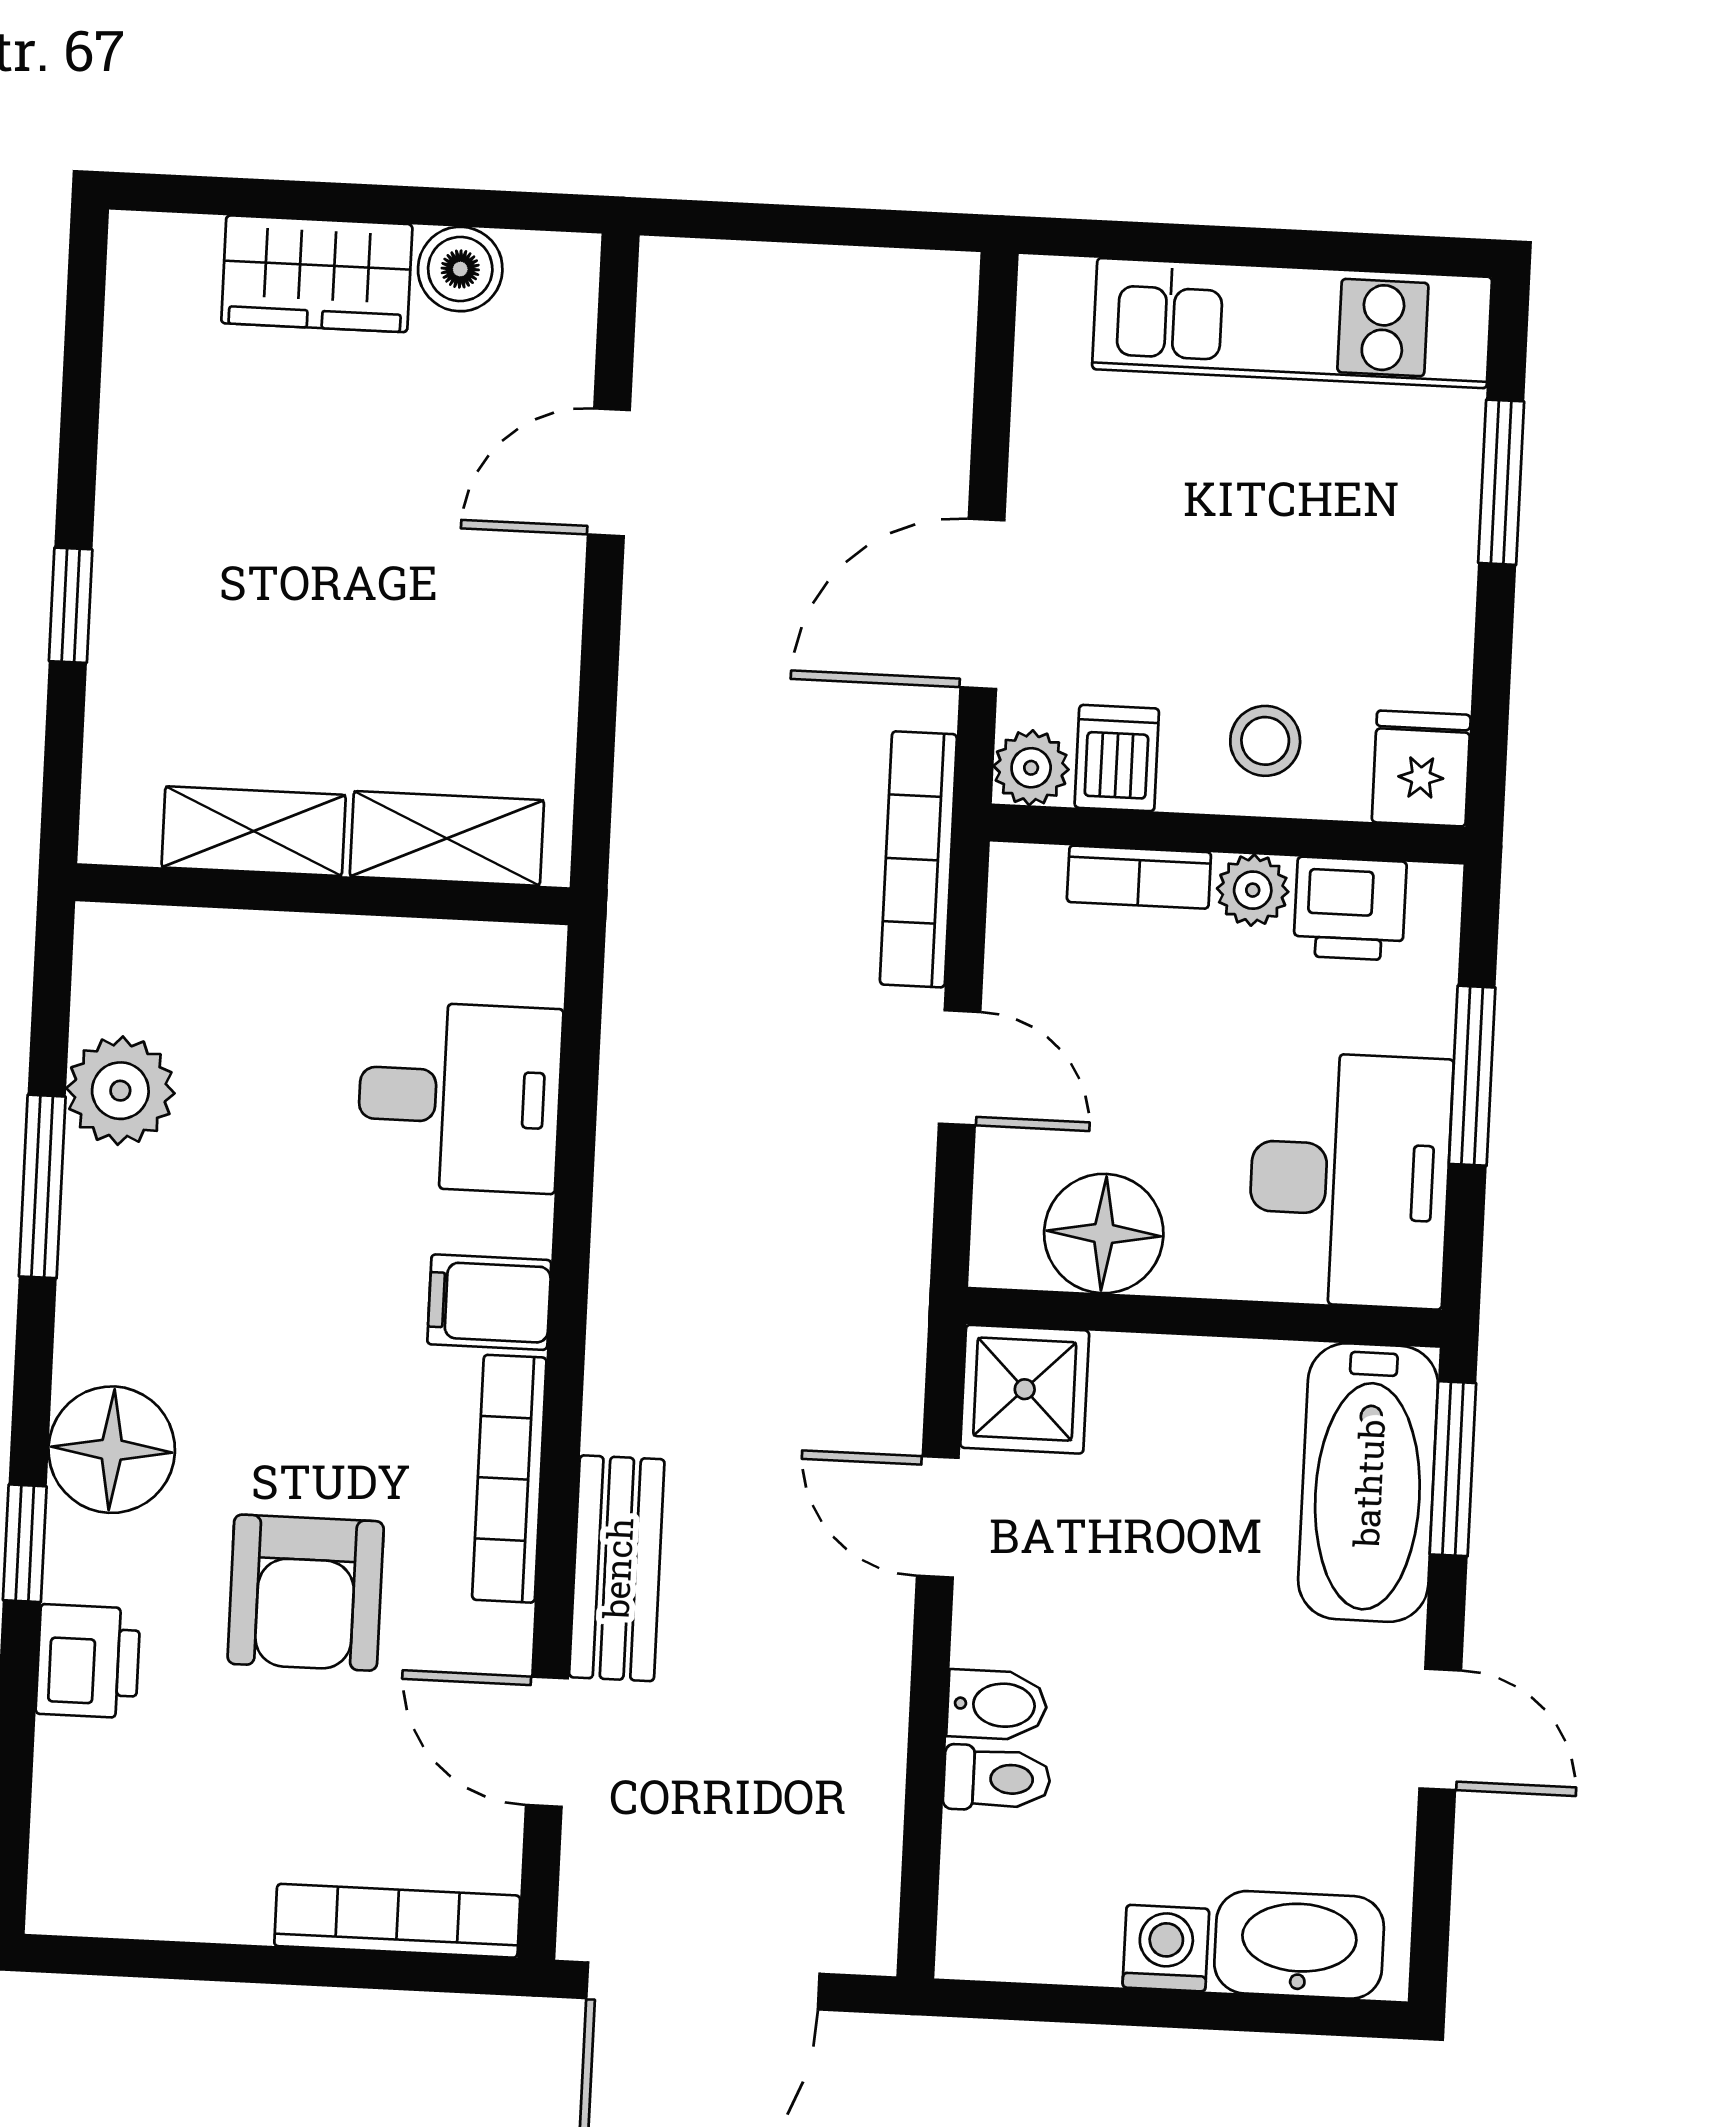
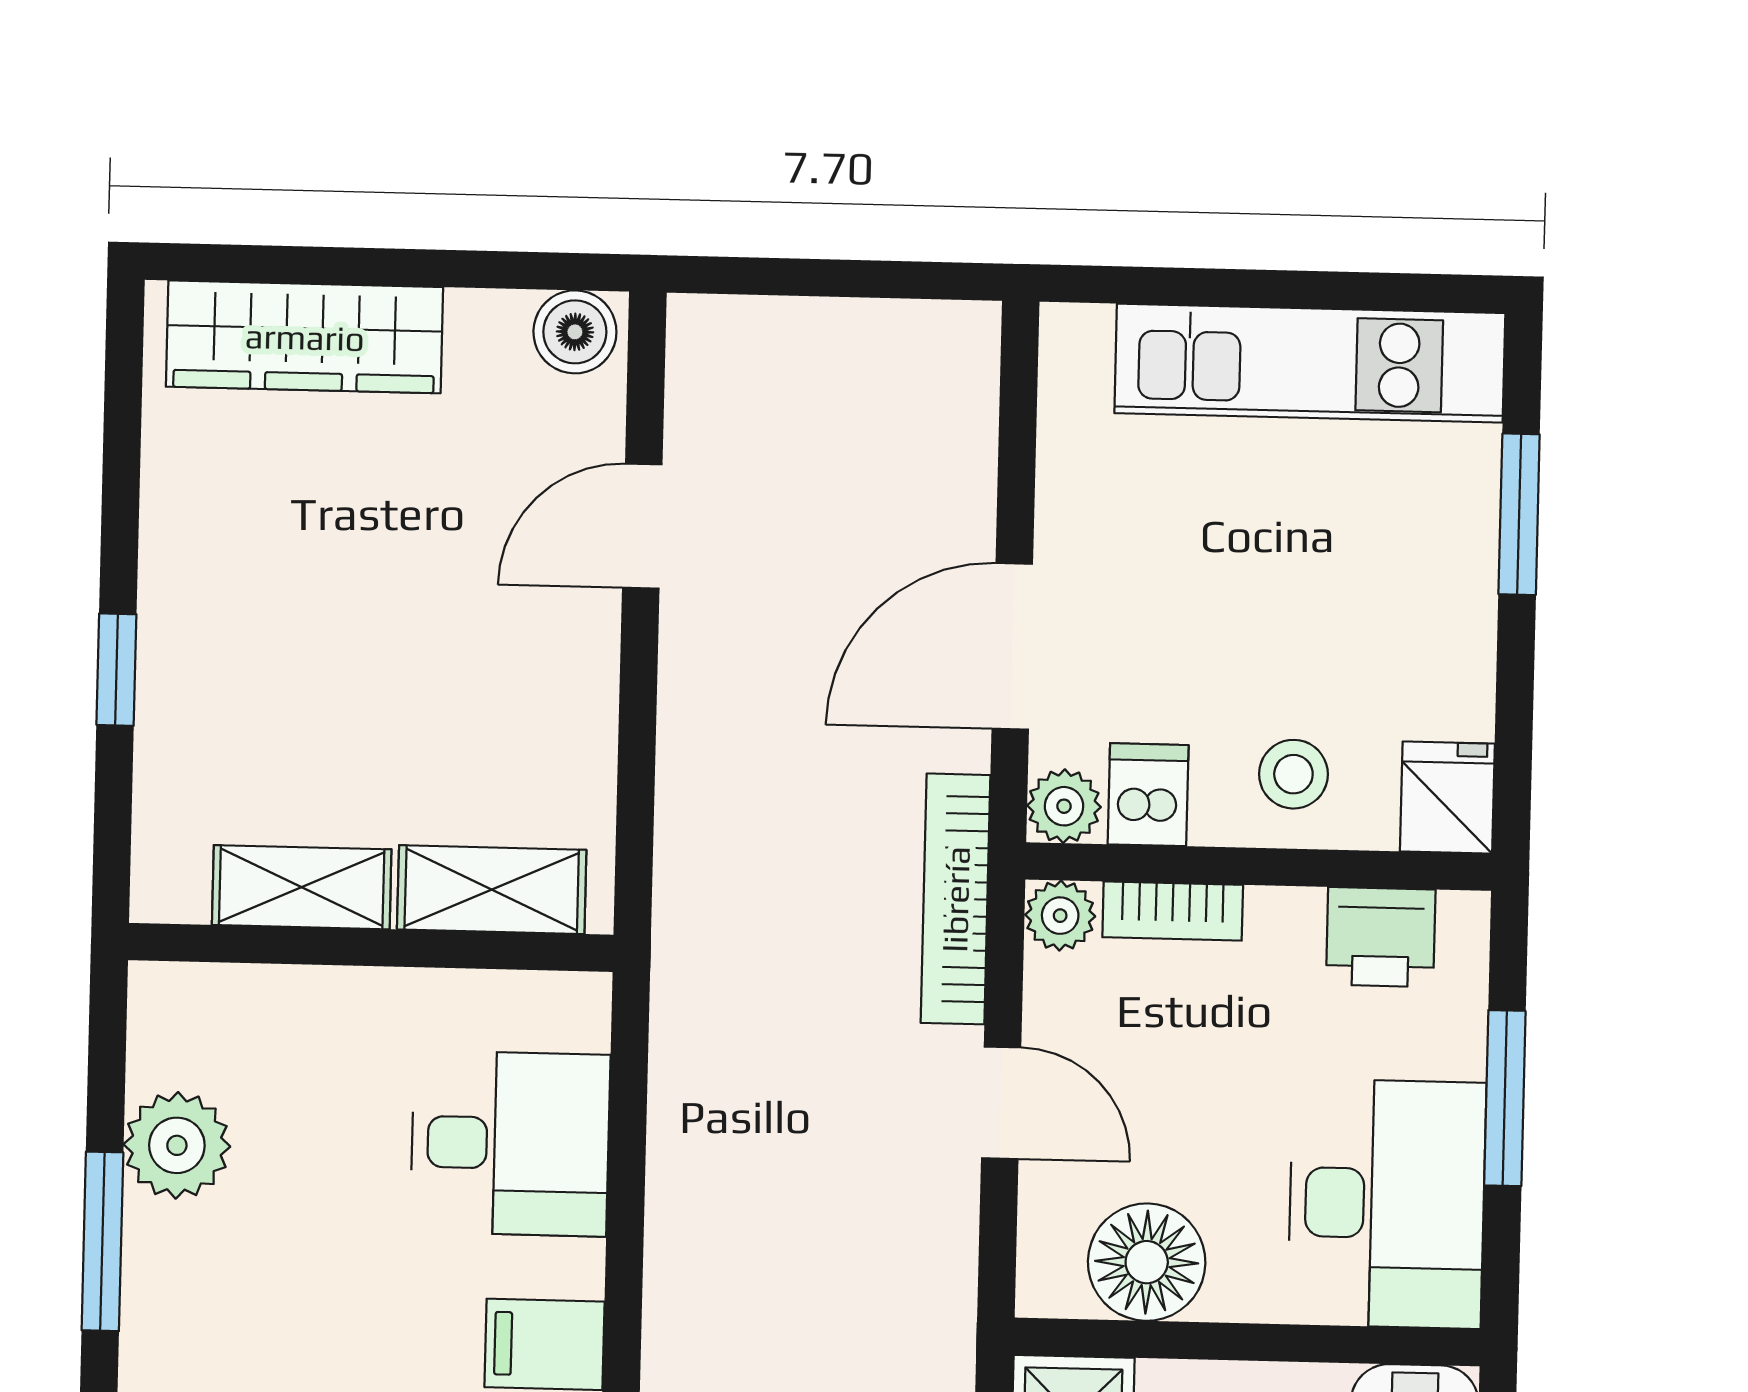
boiler: (460, 269) -> (575, 332), moved
wardrobe: (317, 274) -> (305, 337), width x1.50
plant: (1253, 890) -> (1060, 916), moved

